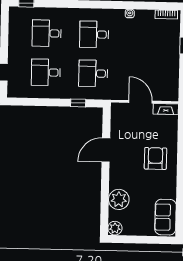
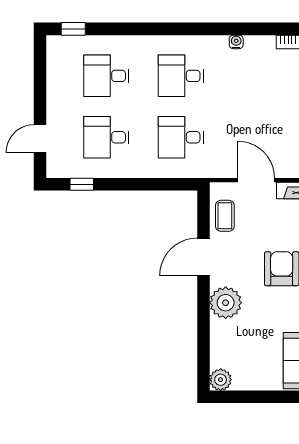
window: (78, 103) -> (82, 184), moved
coffee table: (120, 124) -> (225, 216), added
plant: (119, 199) -> (226, 303), moved

